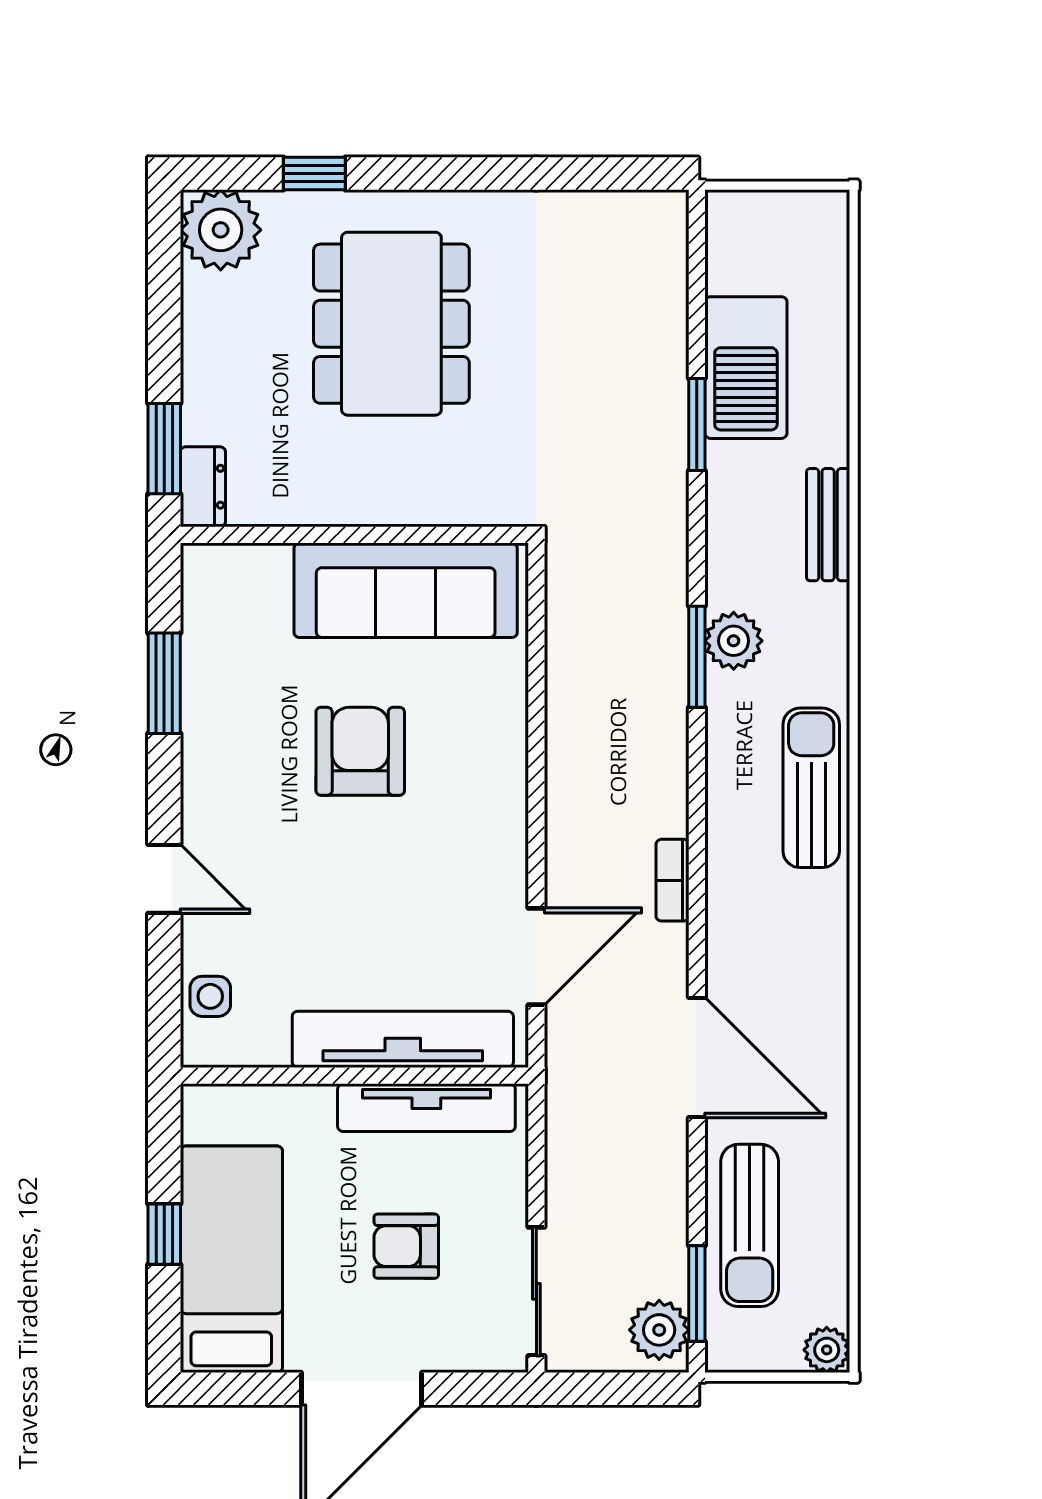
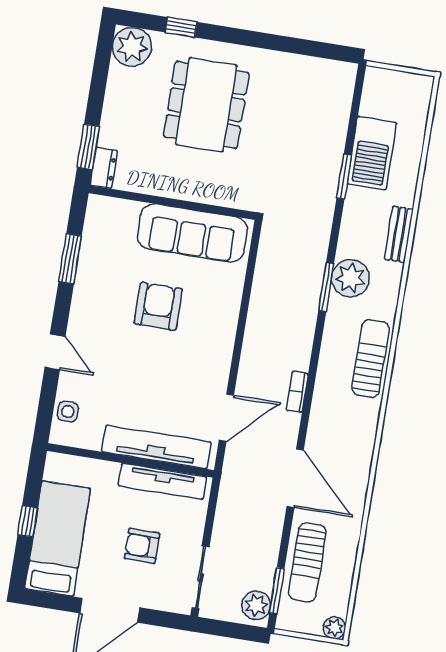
plant: (734, 641) -> (351, 278), width x1.36, depth x1.36

